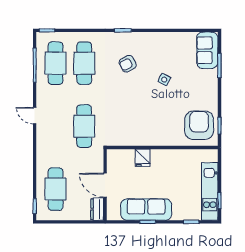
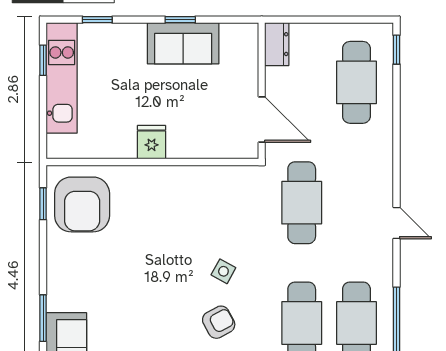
side table: (164, 80) -> (223, 271), moved
fridge: (143, 158) -> (152, 142), moved
door: (105, 185) -> (262, 120), moved
sofa: (146, 209) -> (183, 43), width x0.73

